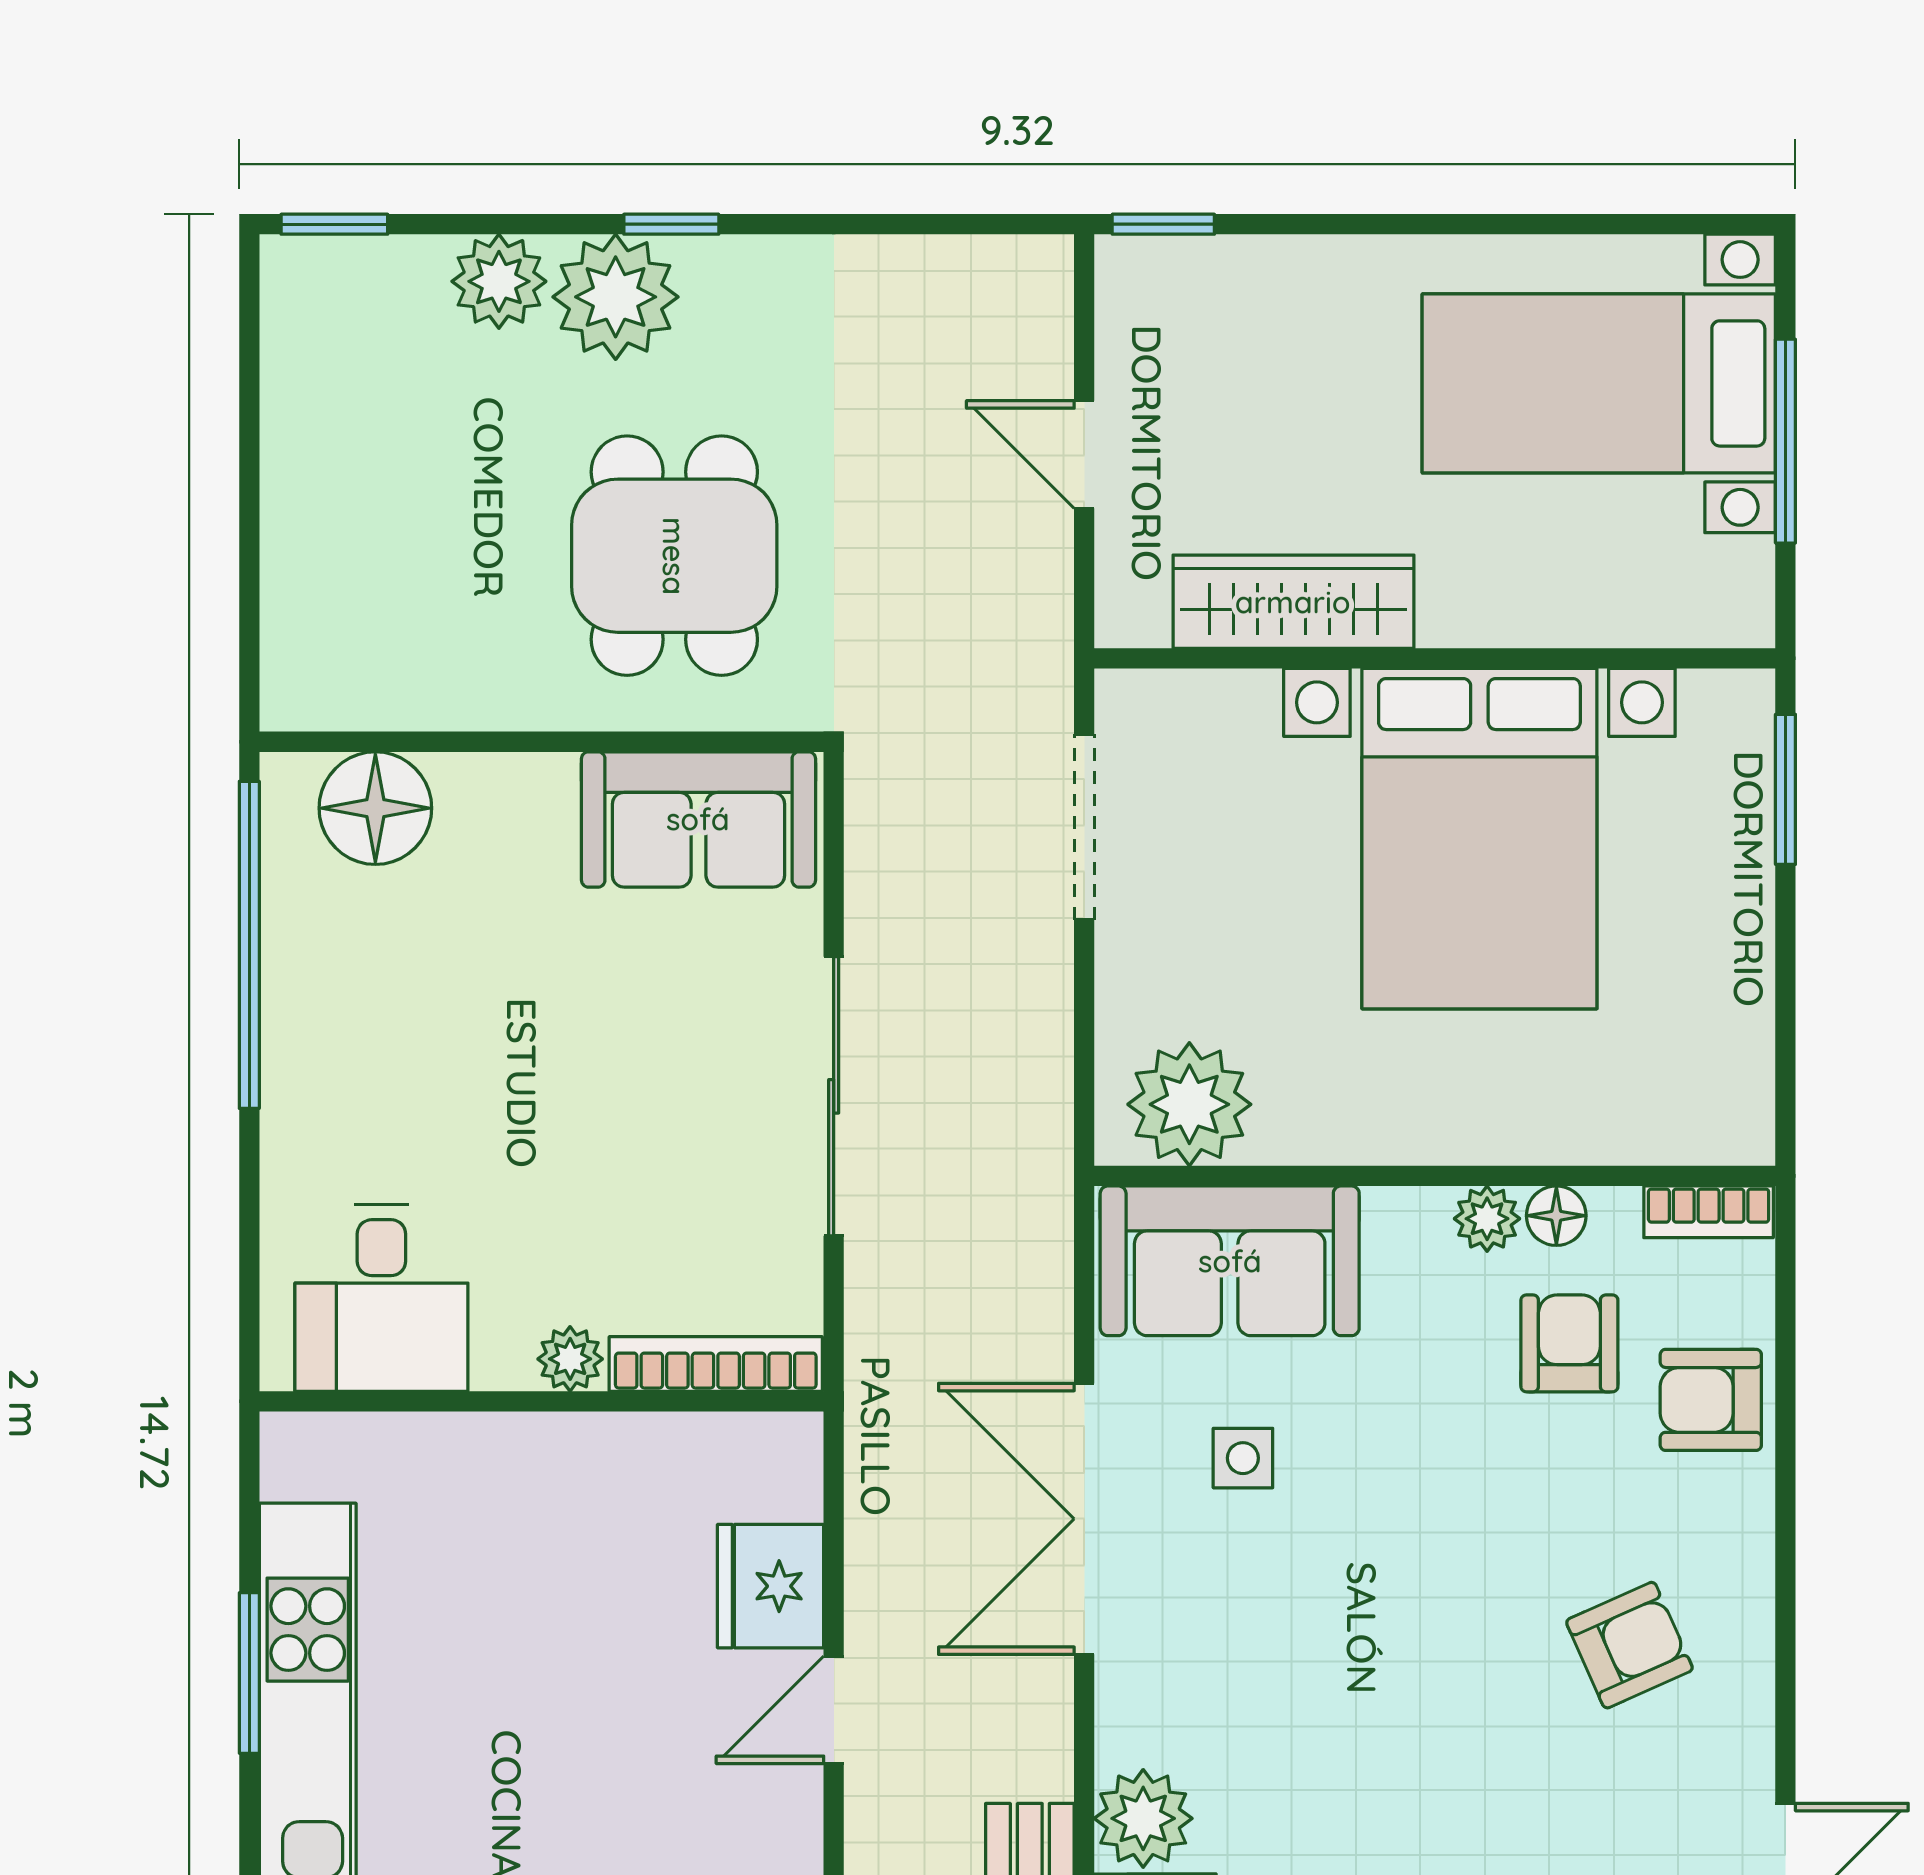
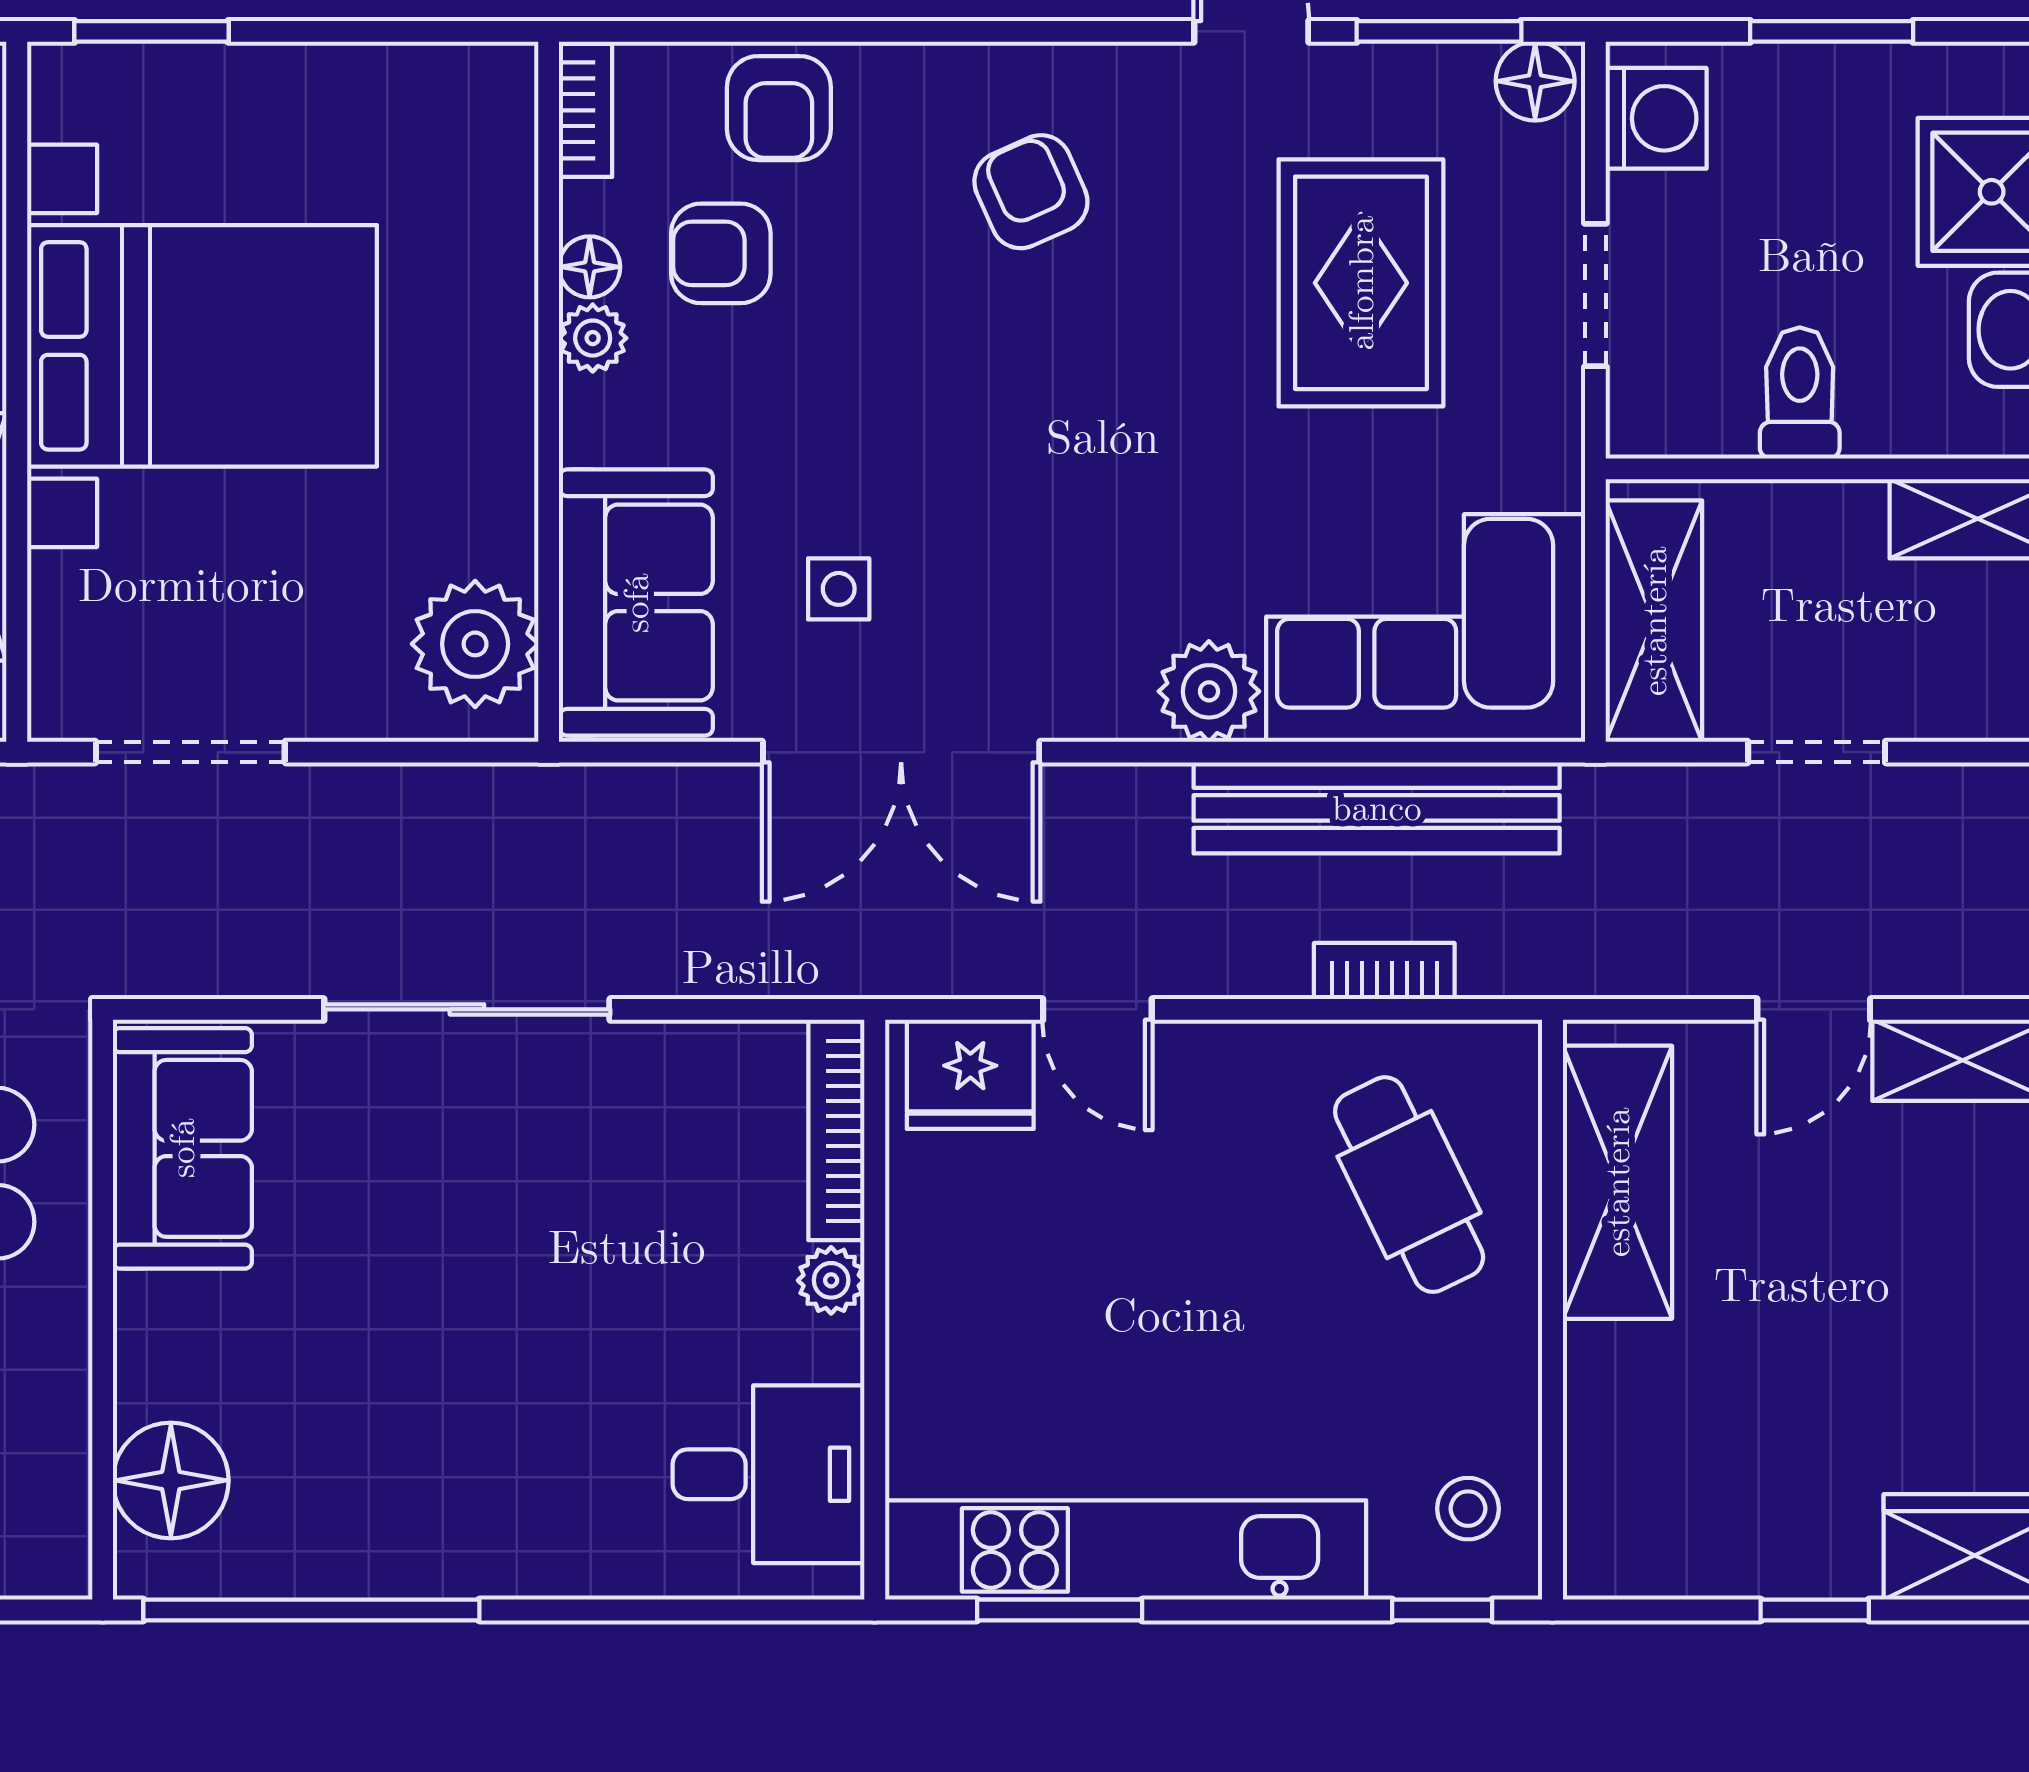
desk: (381, 1298) -> (769, 1474), moved
plant: (570, 1359) -> (831, 1280), moved
bookcase: (716, 1364) -> (836, 1131), moved
wall: (542, 1401) -> (875, 1310), moved

